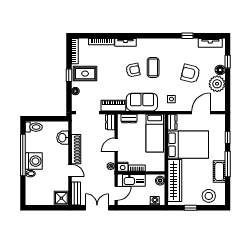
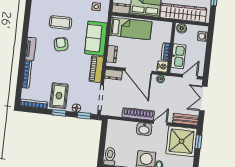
window: (69, 99) -> (84, 116), added
washbasin: (63, 138) -> (144, 129), moved
door: (116, 145) -> (138, 71), width x1.87
door: (116, 193) -> (190, 77), hinge flipped
shower: (61, 198) -> (181, 141), width x1.86, depth x1.86
window: (56, 208) -> (198, 142), added

